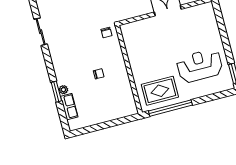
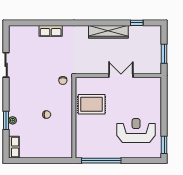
rug: (160, 91) -> (92, 104), moved
row of seats: (69, 107) -> (14, 147), moved

